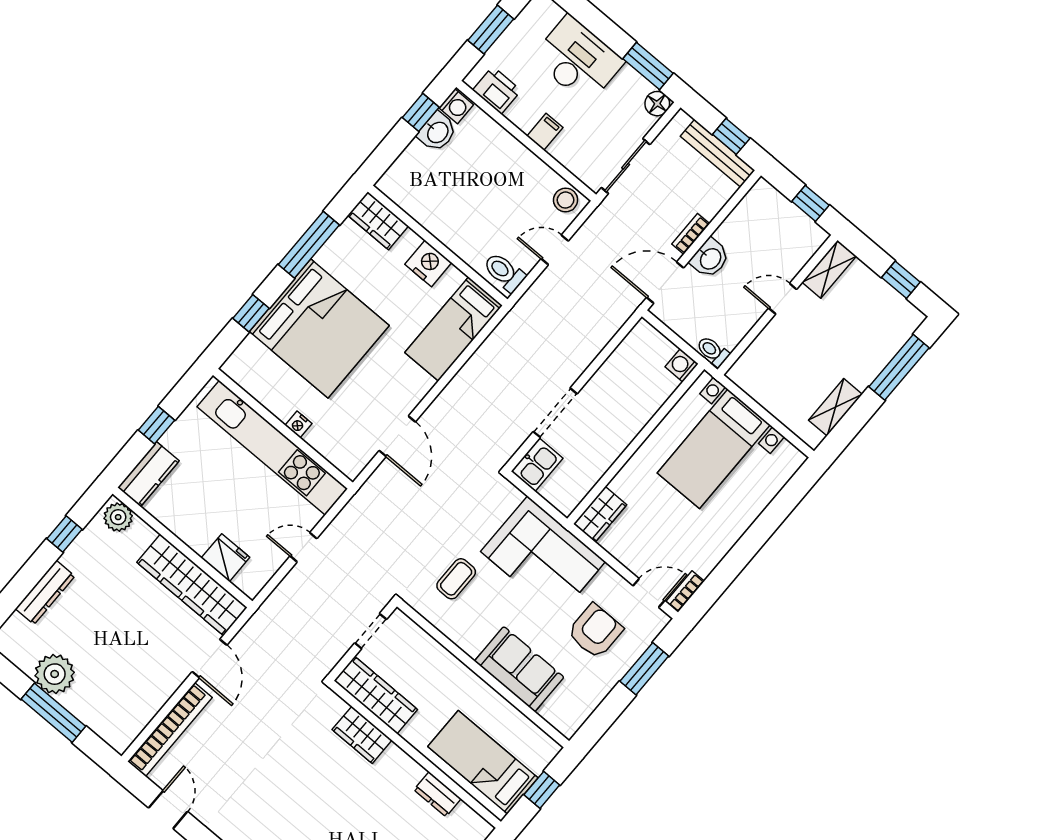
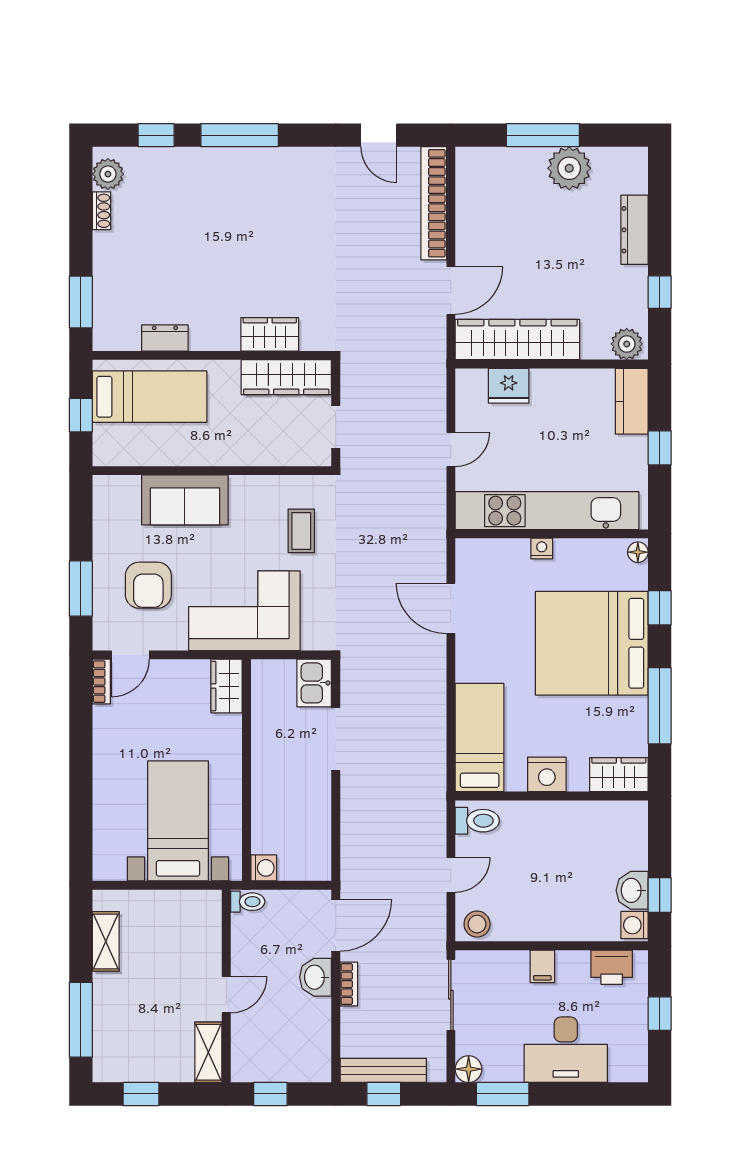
window: (491, 30) -> (660, 1014), width x0.67
floor lamp: (233, 365) -> (638, 552), added
door: (210, 658) -> (451, 291), swing flipped

